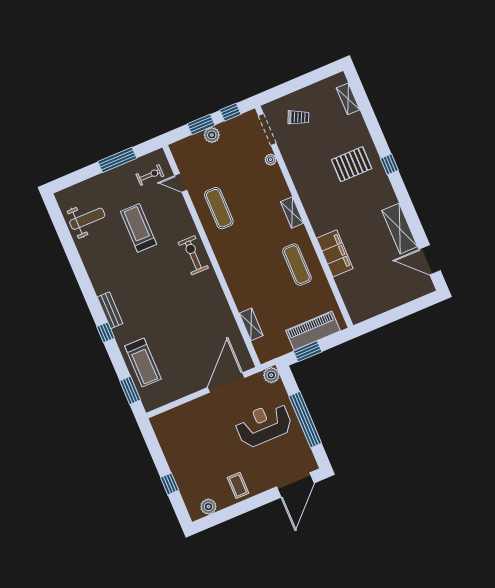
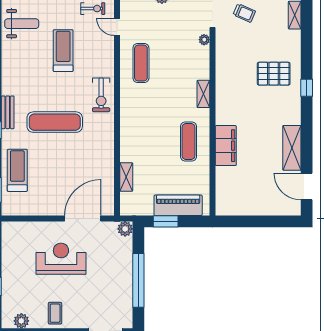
exercise bike: (193, 255) -> (101, 95), turned 180
exercise mat: (159, 301) -> (55, 122), added
treadmill: (143, 362) -> (17, 170), turned 180
reception desk: (264, 424) -> (61, 259), moved

